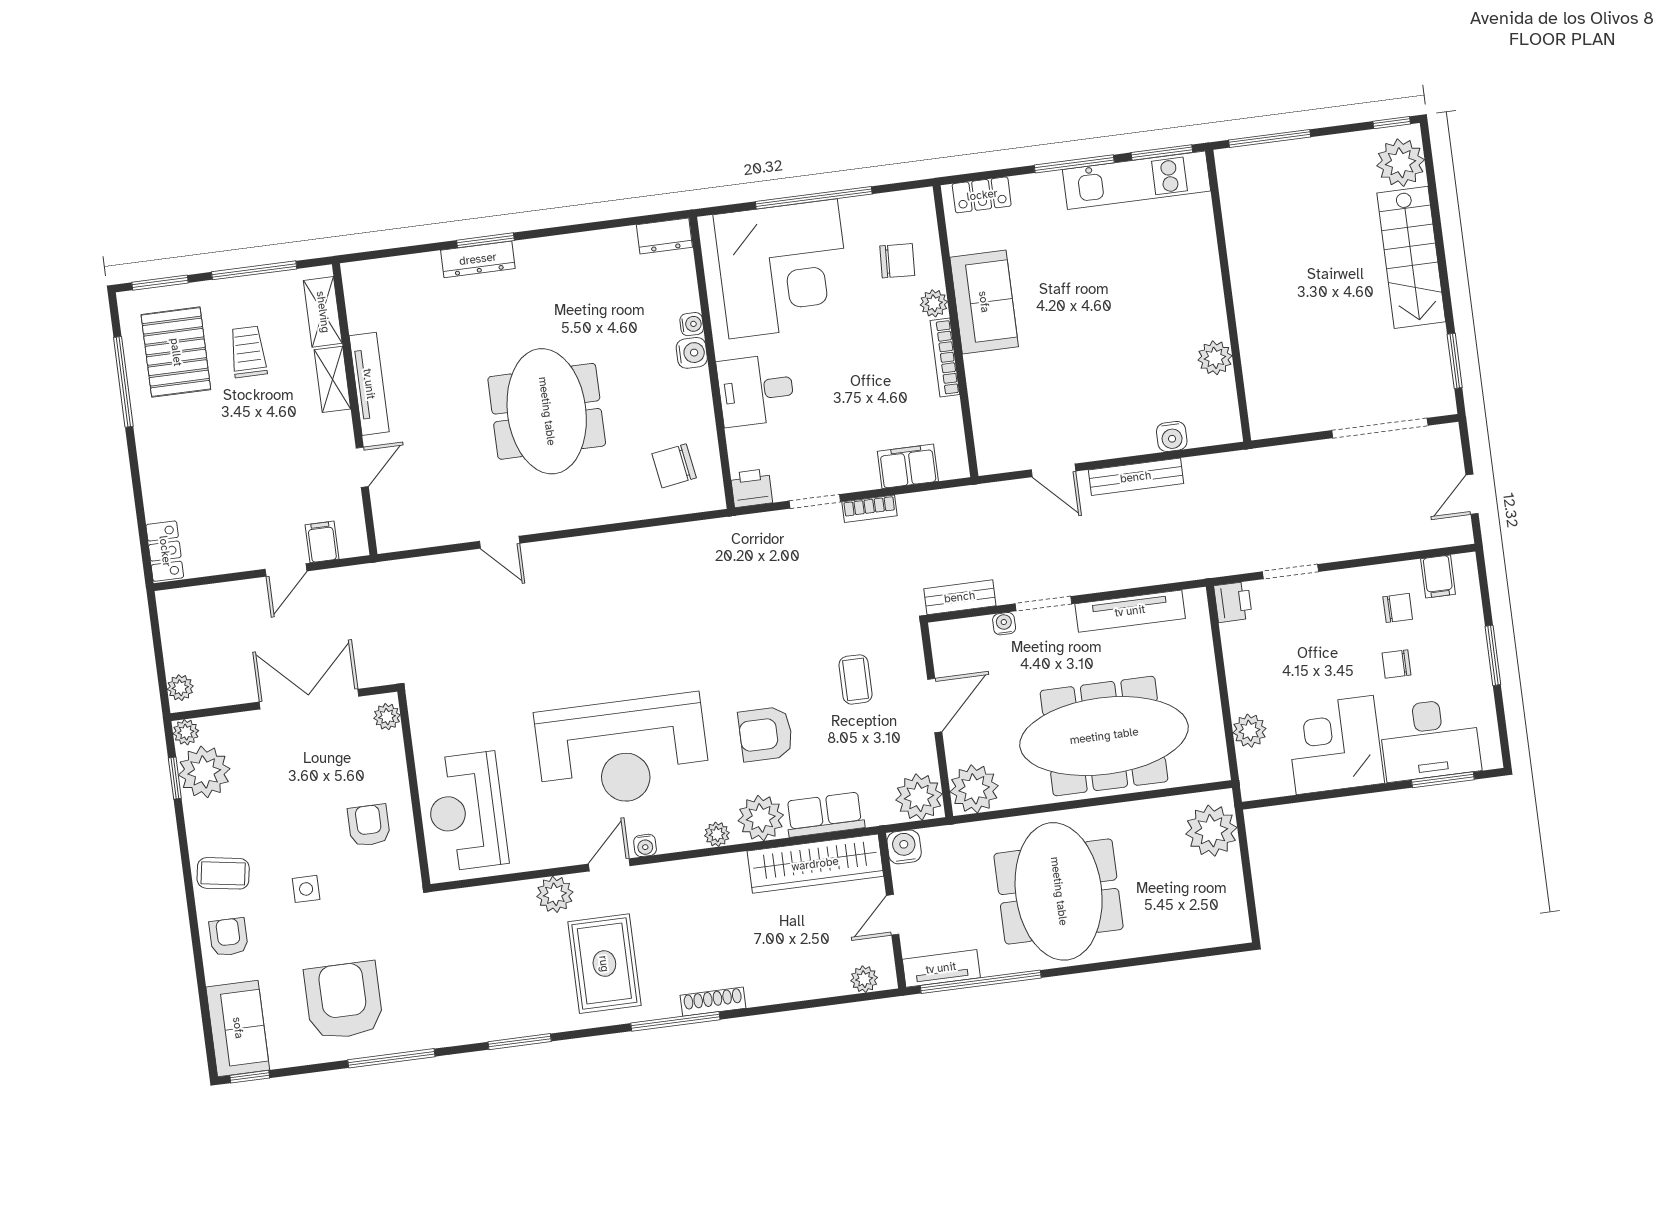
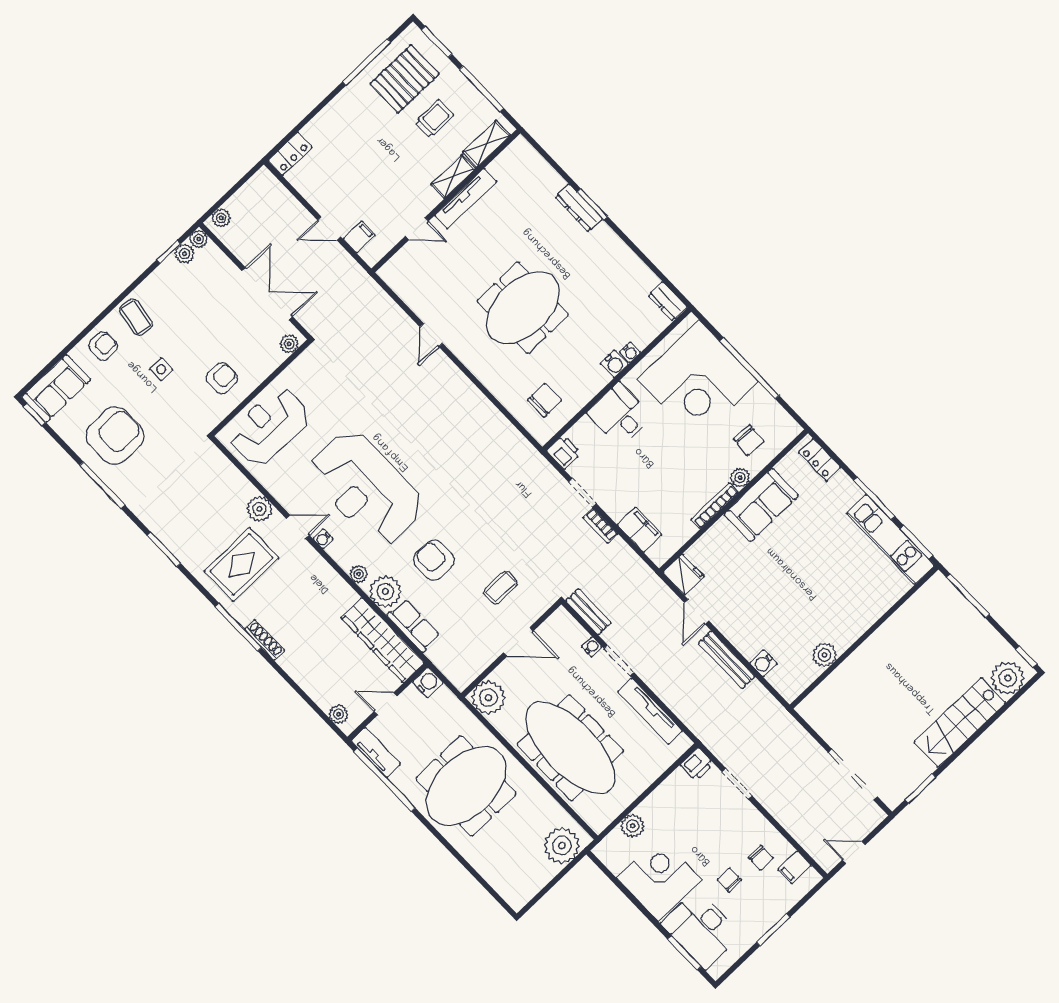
fridge: (999, 453) -> (684, 574), added
chair: (674, 466) -> (545, 400), turned 99
plant: (204, 772) -> (185, 254), width x0.53, depth x0.53
plant: (919, 797) -> (461, 670), removed

